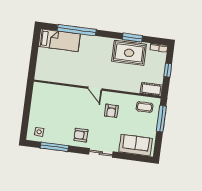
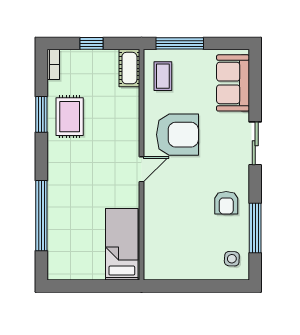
bed: (59, 40) -> (122, 244), moved
rug: (129, 53) -> (70, 117), width x0.73, depth x0.70
armchair: (111, 111) -> (177, 135), width x1.88, depth x1.88
armchair: (81, 135) -> (226, 203), moved

